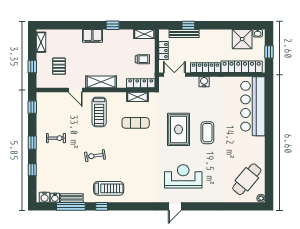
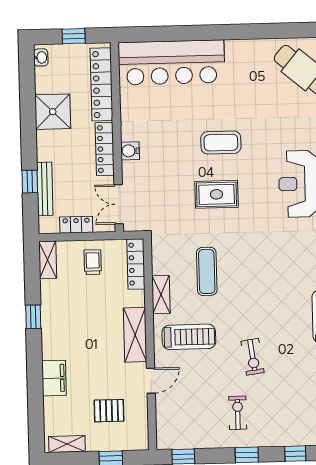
filing cabinet: (92, 36) -> (54, 378), moved
shower: (242, 39) -> (53, 112), moved
shelving: (138, 97) -> (161, 295), moved
rug: (178, 129) -> (217, 194), width x0.73, depth x0.70
exercise bike: (95, 156) -> (253, 357), moved

